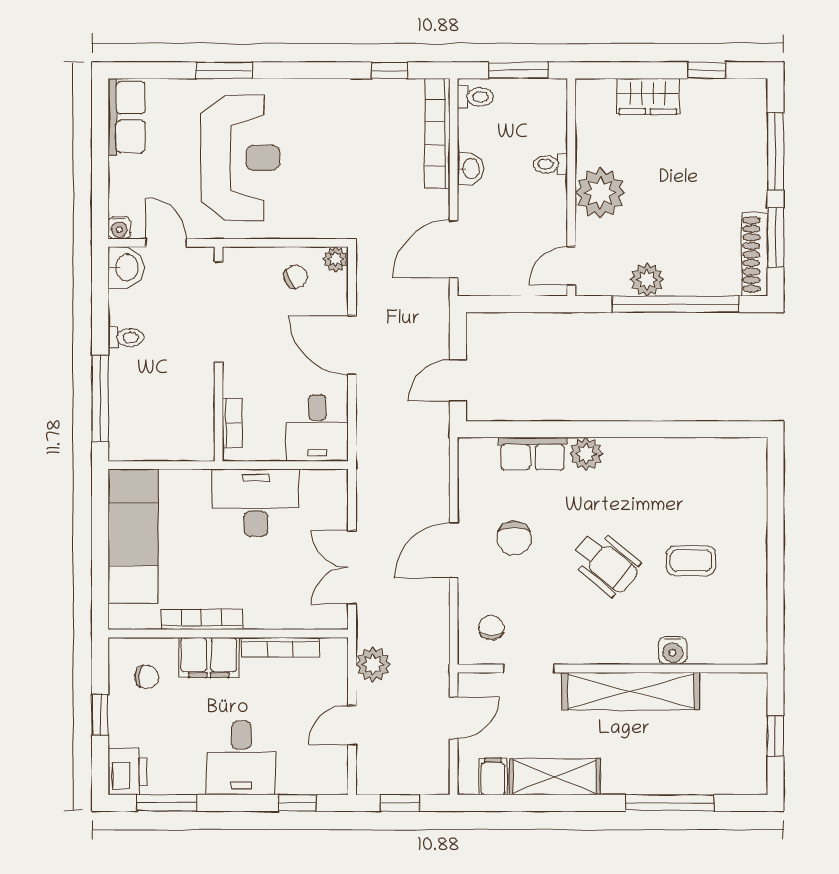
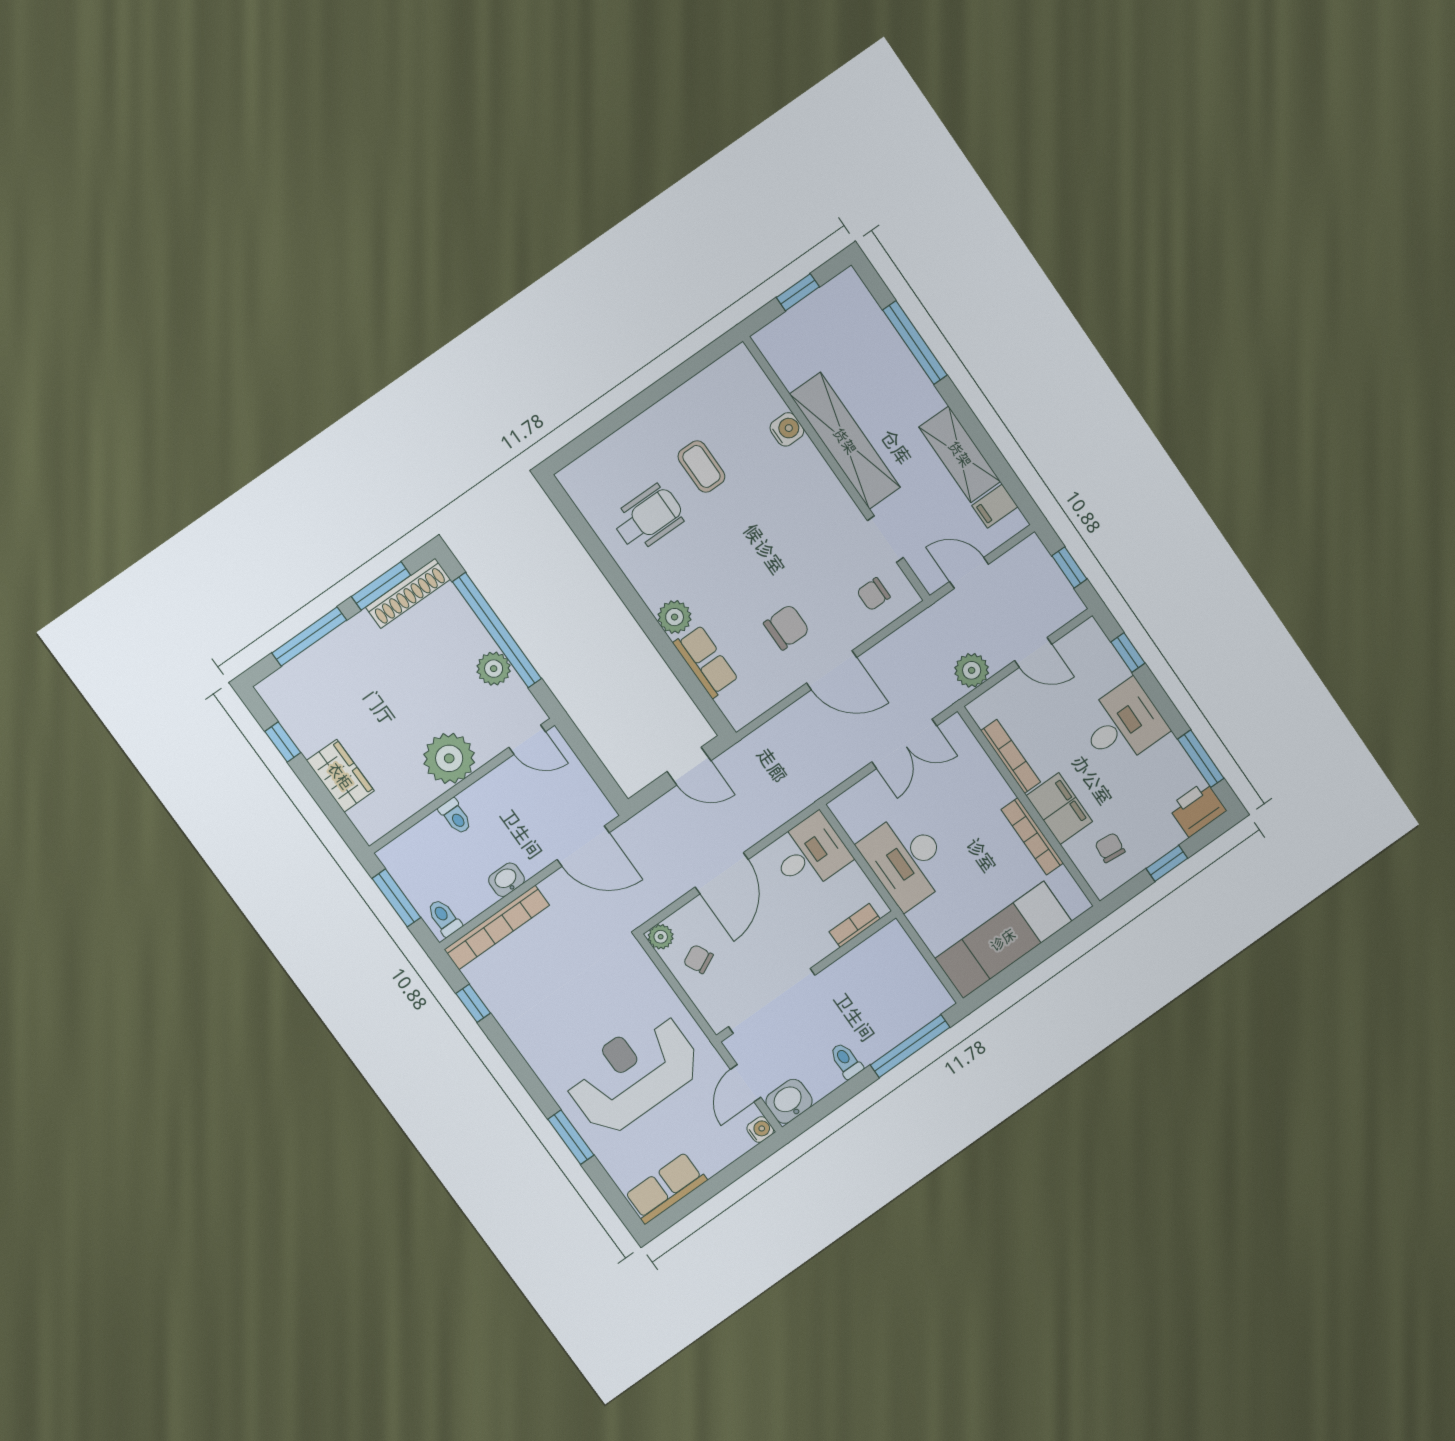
wheelchair: (606, 563) -> (648, 518), moved, turned 50

